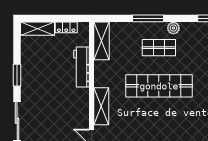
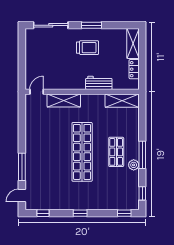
window: (148, 18) -> (142, 155), moved
workbench: (82, 67) -> (99, 83), width x0.73
trolley: (42, 80) -> (88, 48), added

